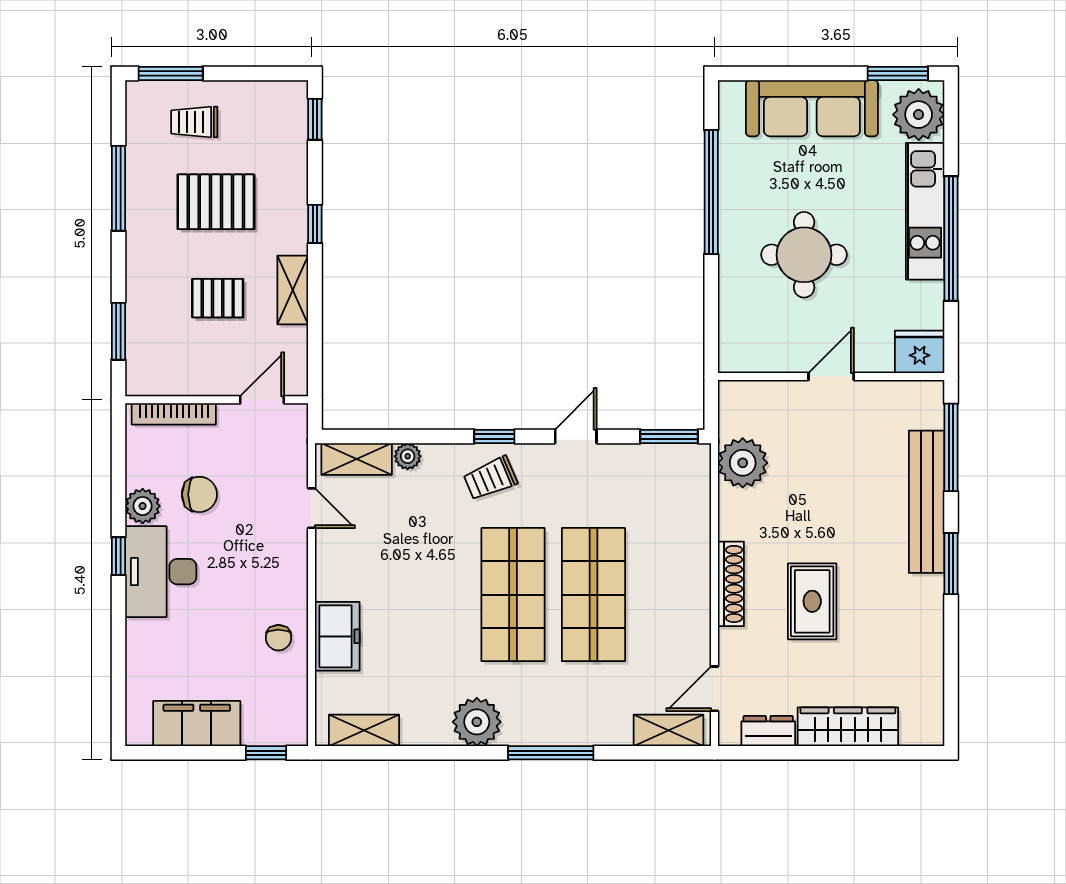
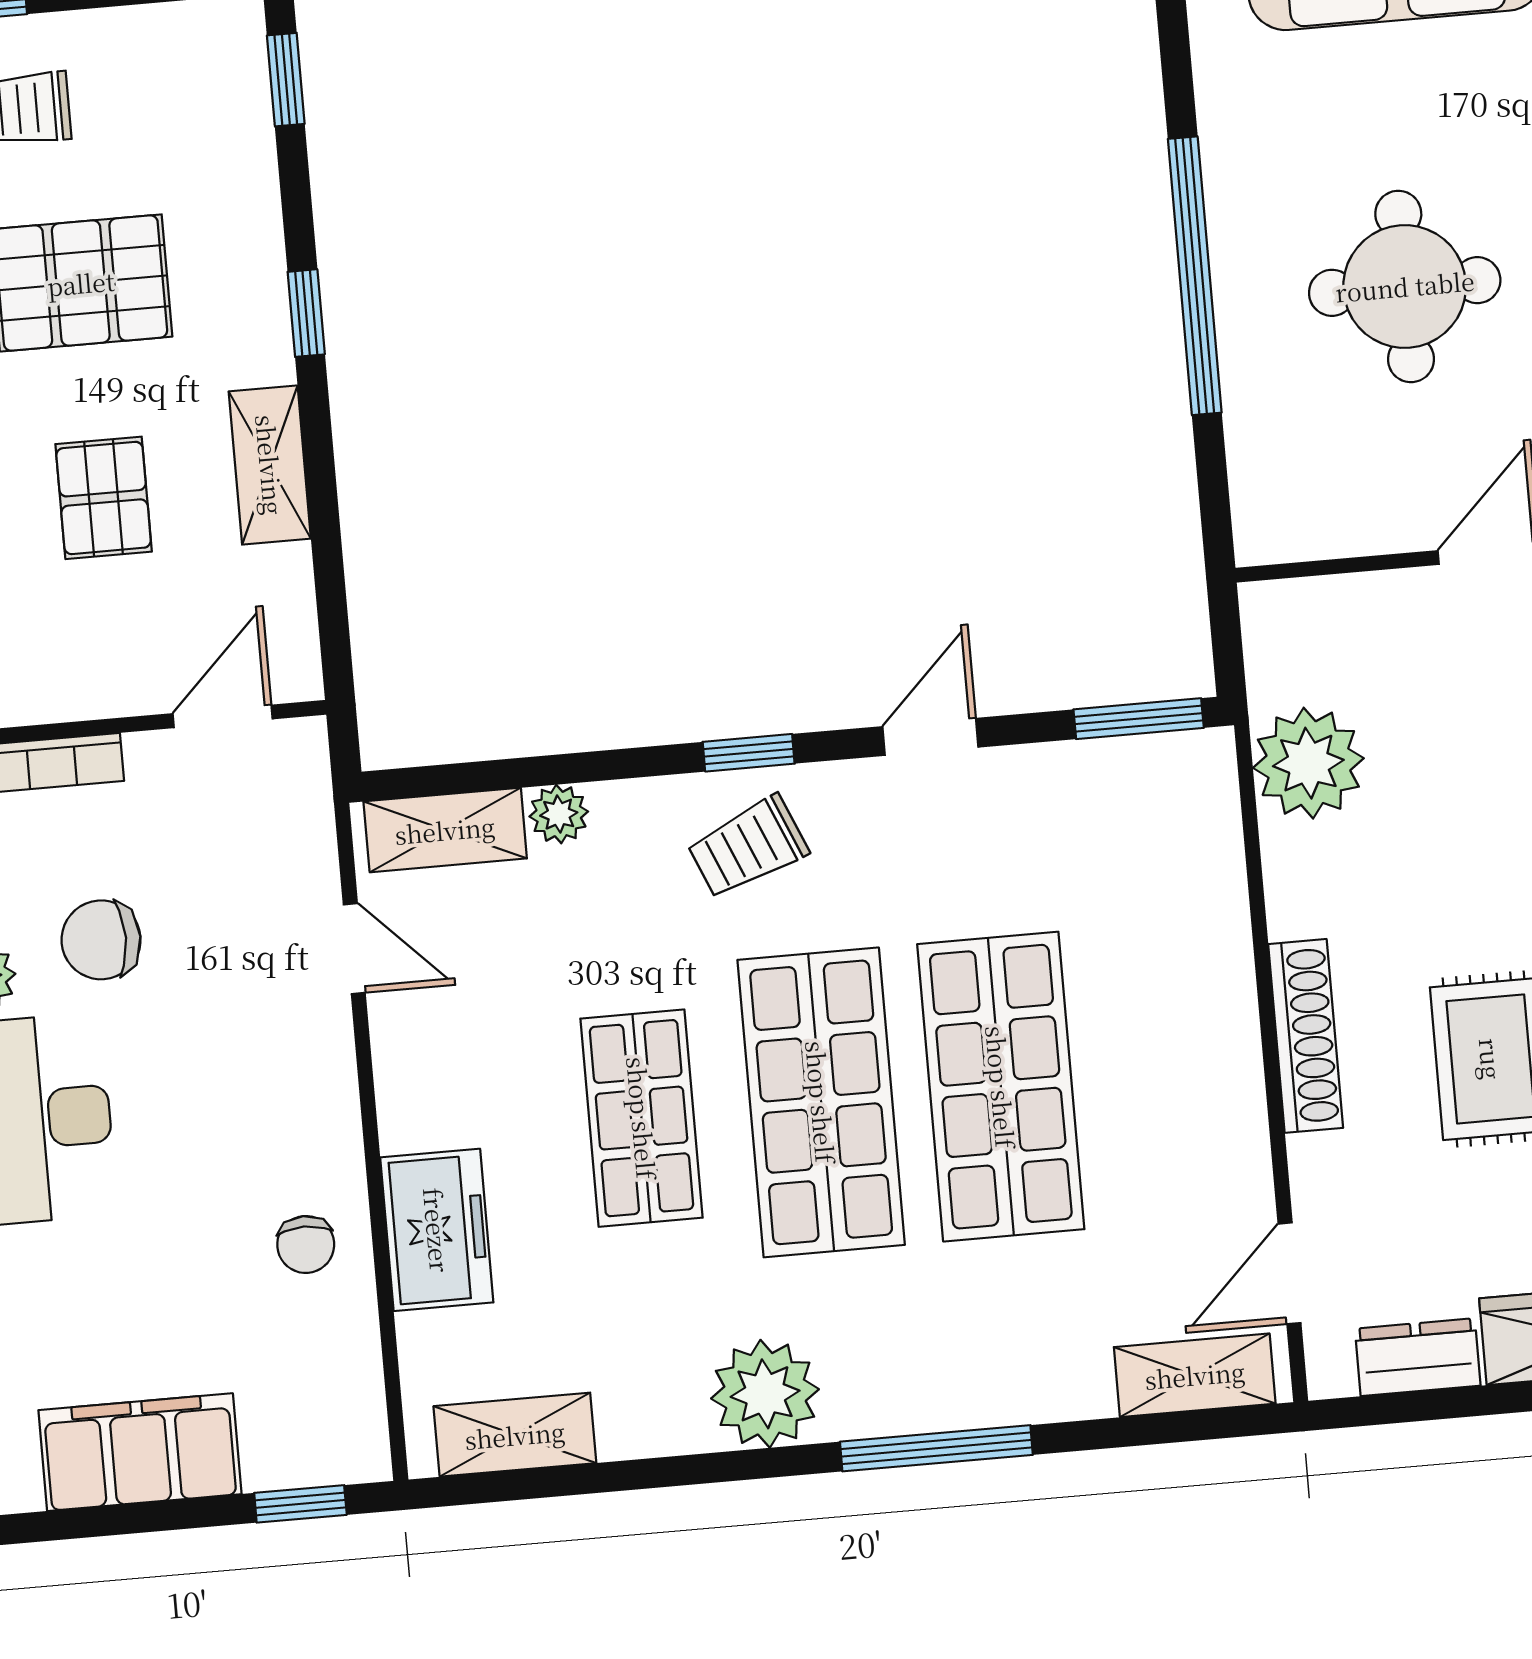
window: (711, 192) -> (1195, 276), moved
pallet: (218, 298) -> (104, 498), turned 90
chair: (199, 494) -> (101, 940), turned 180
shop shelf: (433, 595) -> (642, 1118), added

